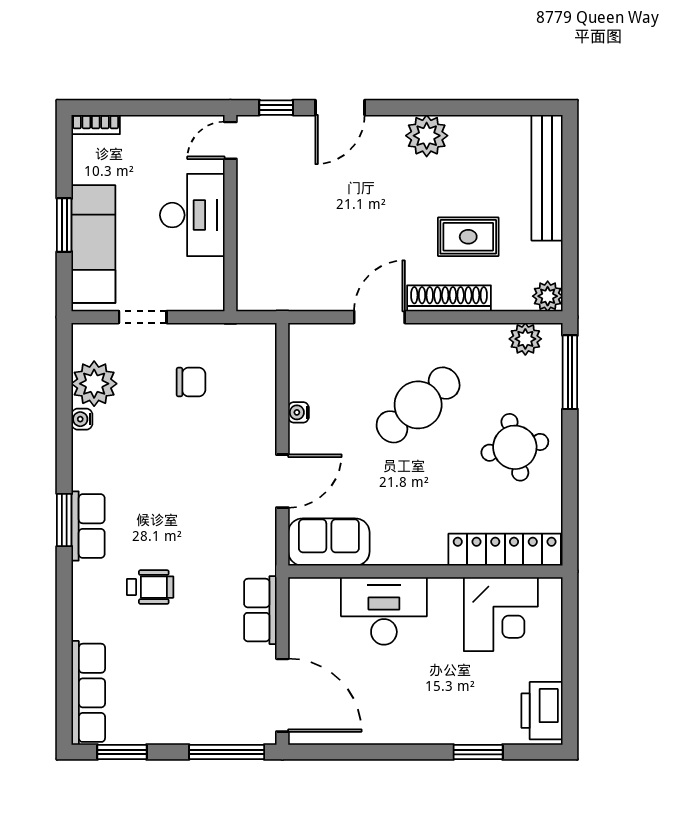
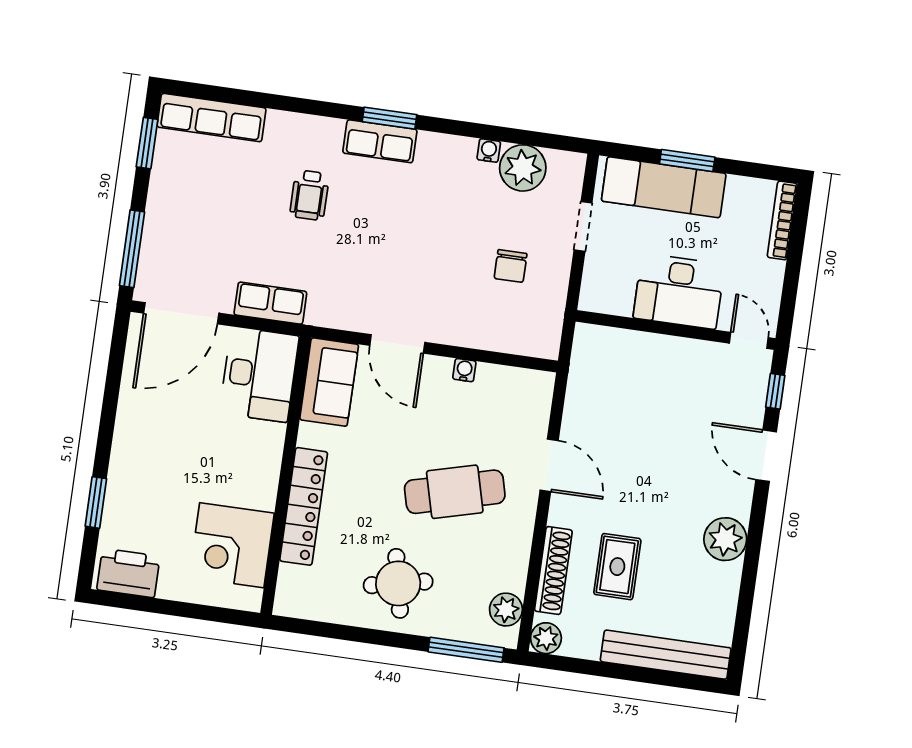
bookcase: (96, 124) -> (782, 220), width x1.56
shoe rack: (449, 298) -> (553, 571), moved
cafe table: (418, 405) -> (455, 492), turned -65
locker: (505, 550) -> (304, 506), moved
desk: (384, 611) -> (259, 375), moved

